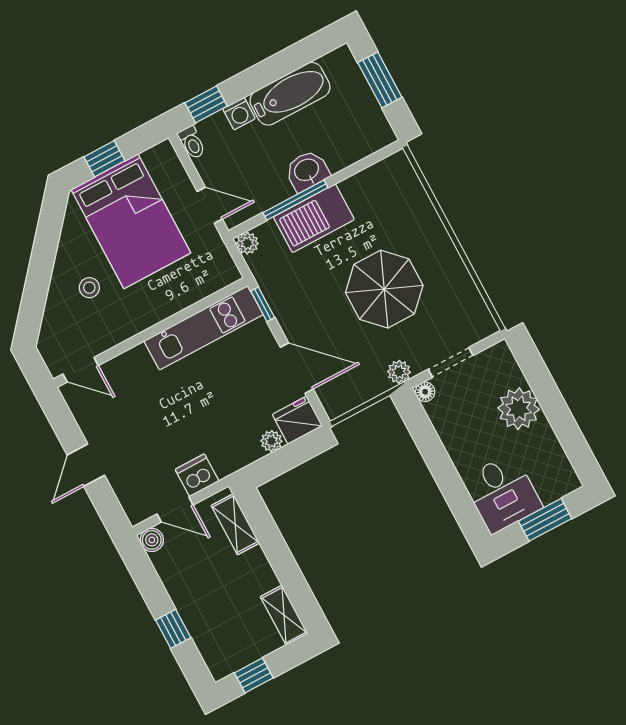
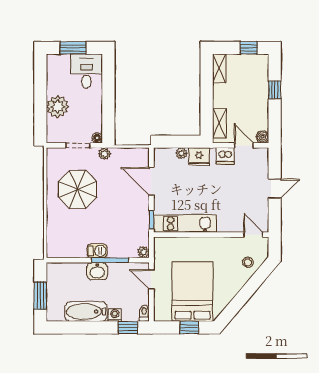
barbecue: (314, 218) -> (97, 251), width x0.53, depth x0.65
stool: (89, 288) -> (248, 262), moved
parasol: (384, 289) -> (78, 189), moved
fridge: (297, 420) -> (199, 157), moved

